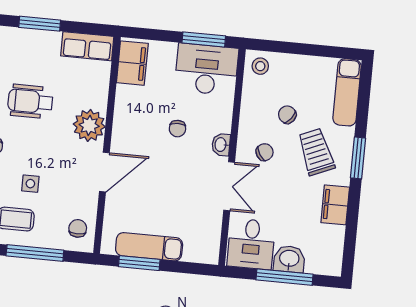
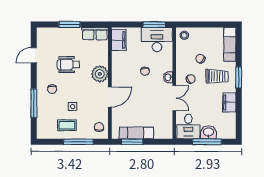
trolley: (316, 152) -> (217, 76), turned 113

